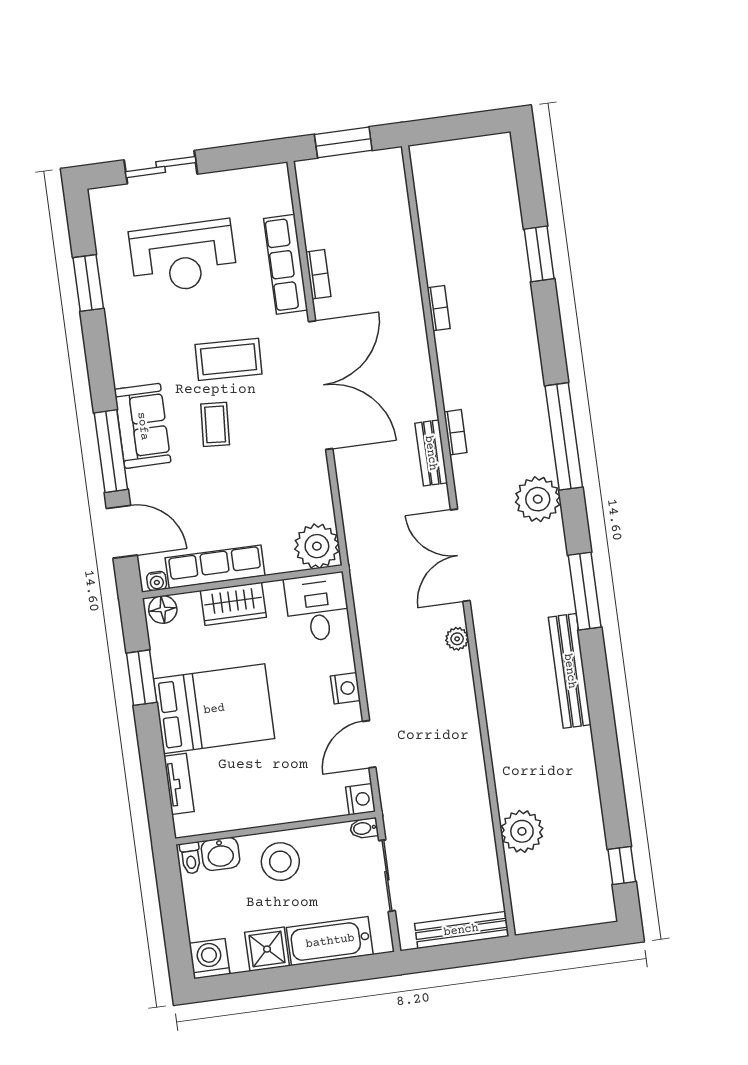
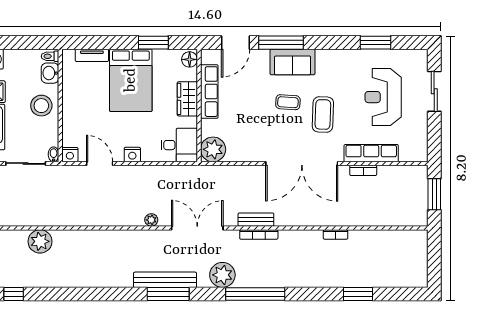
bookcase: (455, 432) -> (259, 234), width x1.56
water cooler: (157, 581) -> (206, 58), removed
bench: (570, 671) -> (165, 280), moved

